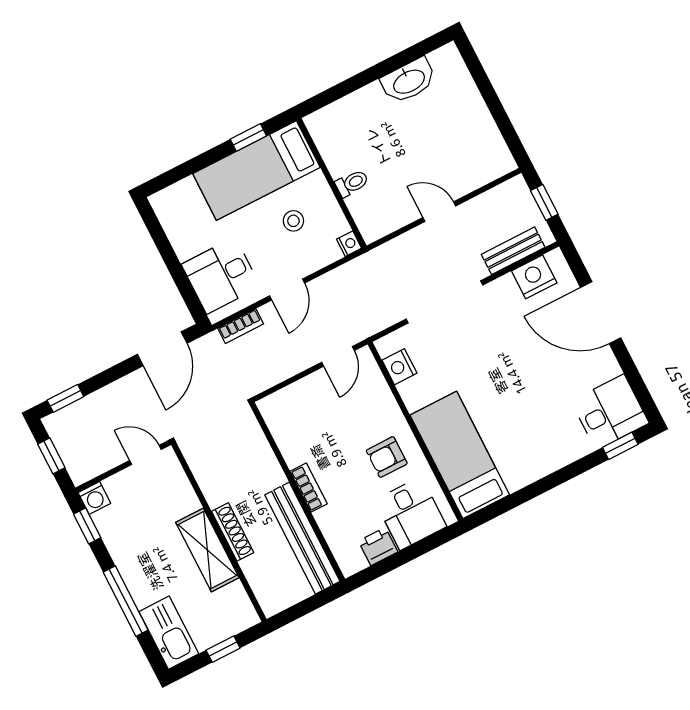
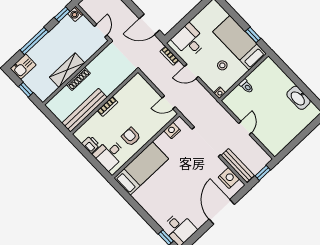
bench: (513, 251) -> (238, 165), width x1.36
kitchen sink: (169, 633) -> (23, 67), width x0.73

